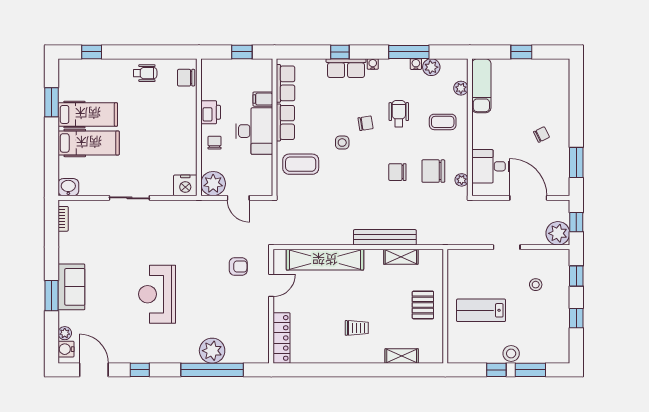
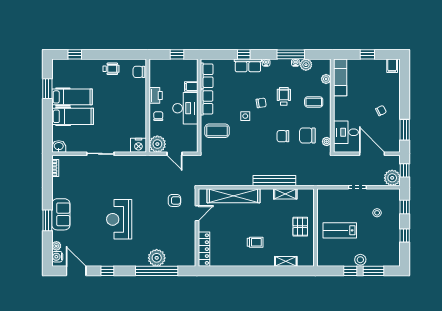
filing cabinet: (558, 69) -> (392, 66), added

